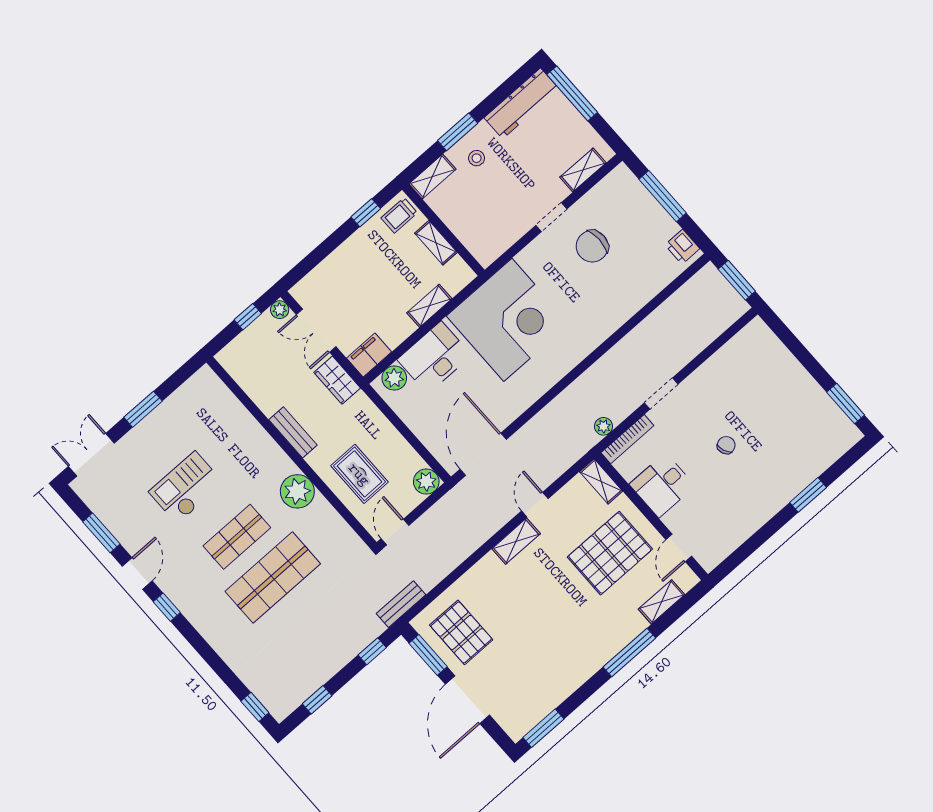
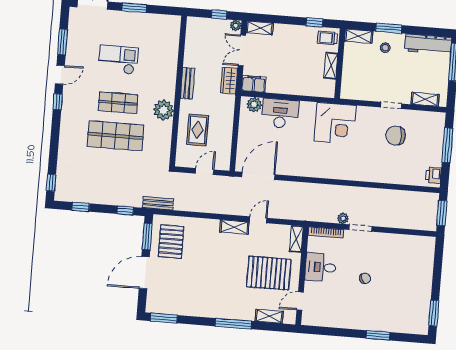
shelving: (429, 306) -> (260, 28), moved
corner desk: (508, 320) -> (335, 123), width x0.74, depth x0.74
plant: (604, 426) -> (343, 218), moved
plant: (426, 482) -> (222, 162), removed
door: (395, 532) -> (205, 172), moved

